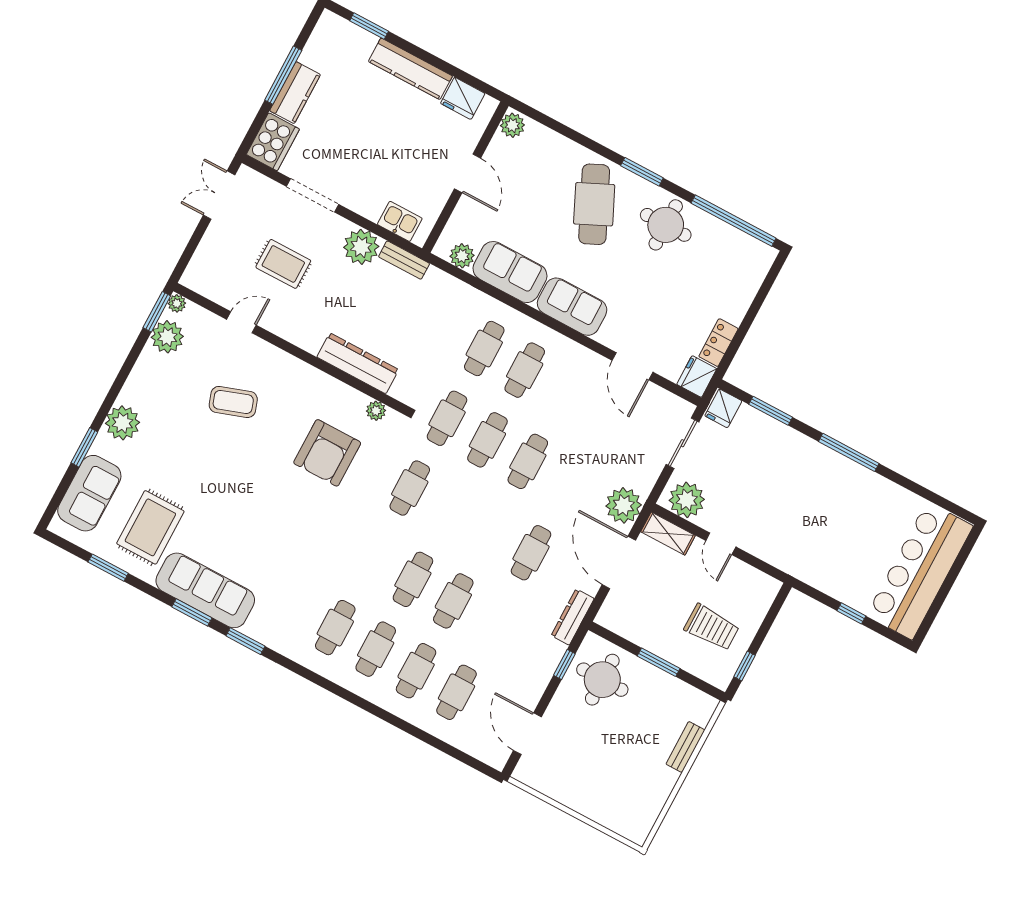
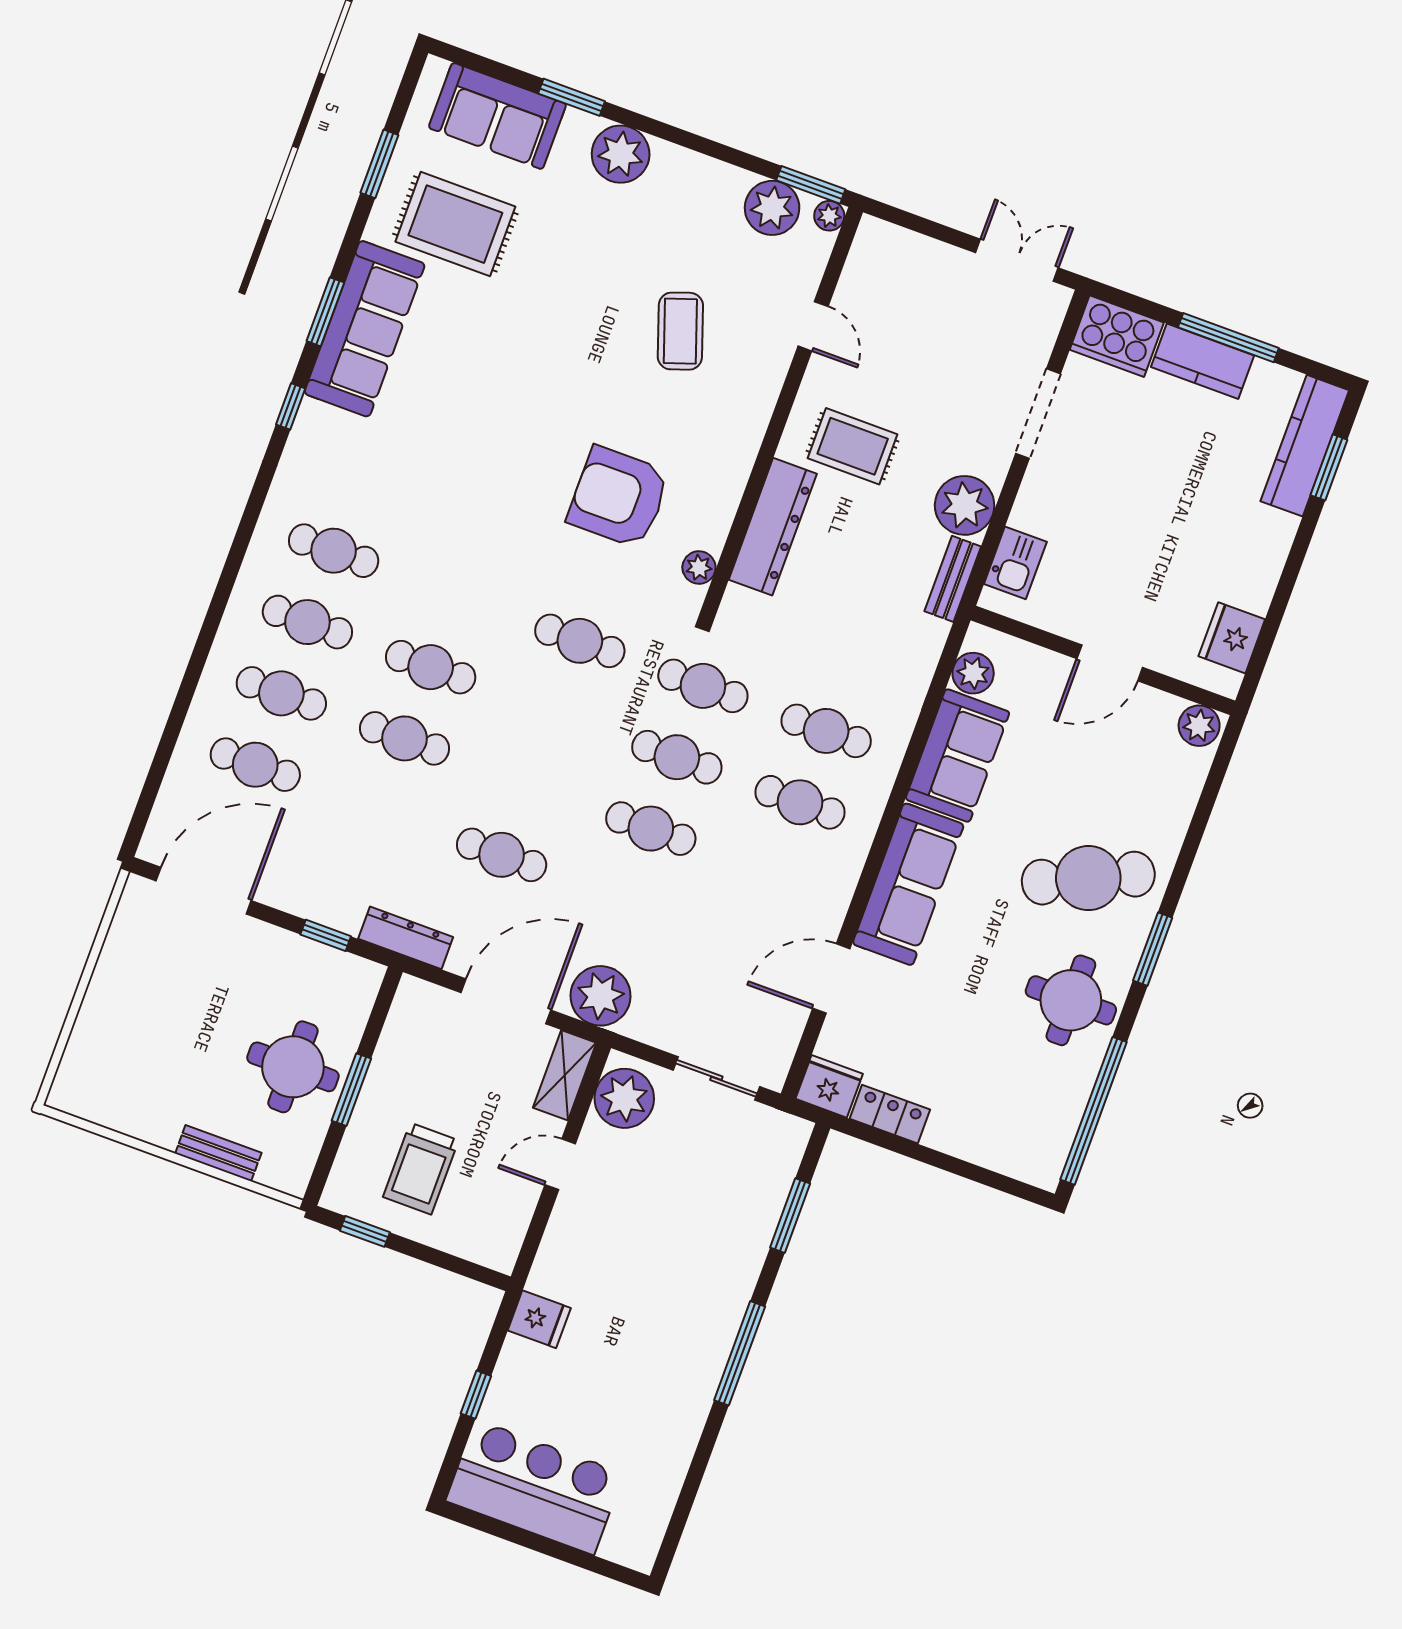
kitchen counter: (410, 69) -> (1305, 446), moved
rug: (283, 264) -> (853, 446), moved, turned 90
sofa: (572, 307) -> (908, 884), width x1.36
fridge: (723, 408) -> (539, 1319), moved, turned 180
bar counter: (920, 571) -> (535, 1487), width x0.73
window: (245, 641) -> (291, 406), width x0.67
round table: (602, 680) -> (293, 1067), moved
door: (527, 734) -> (204, 891), width x1.36

